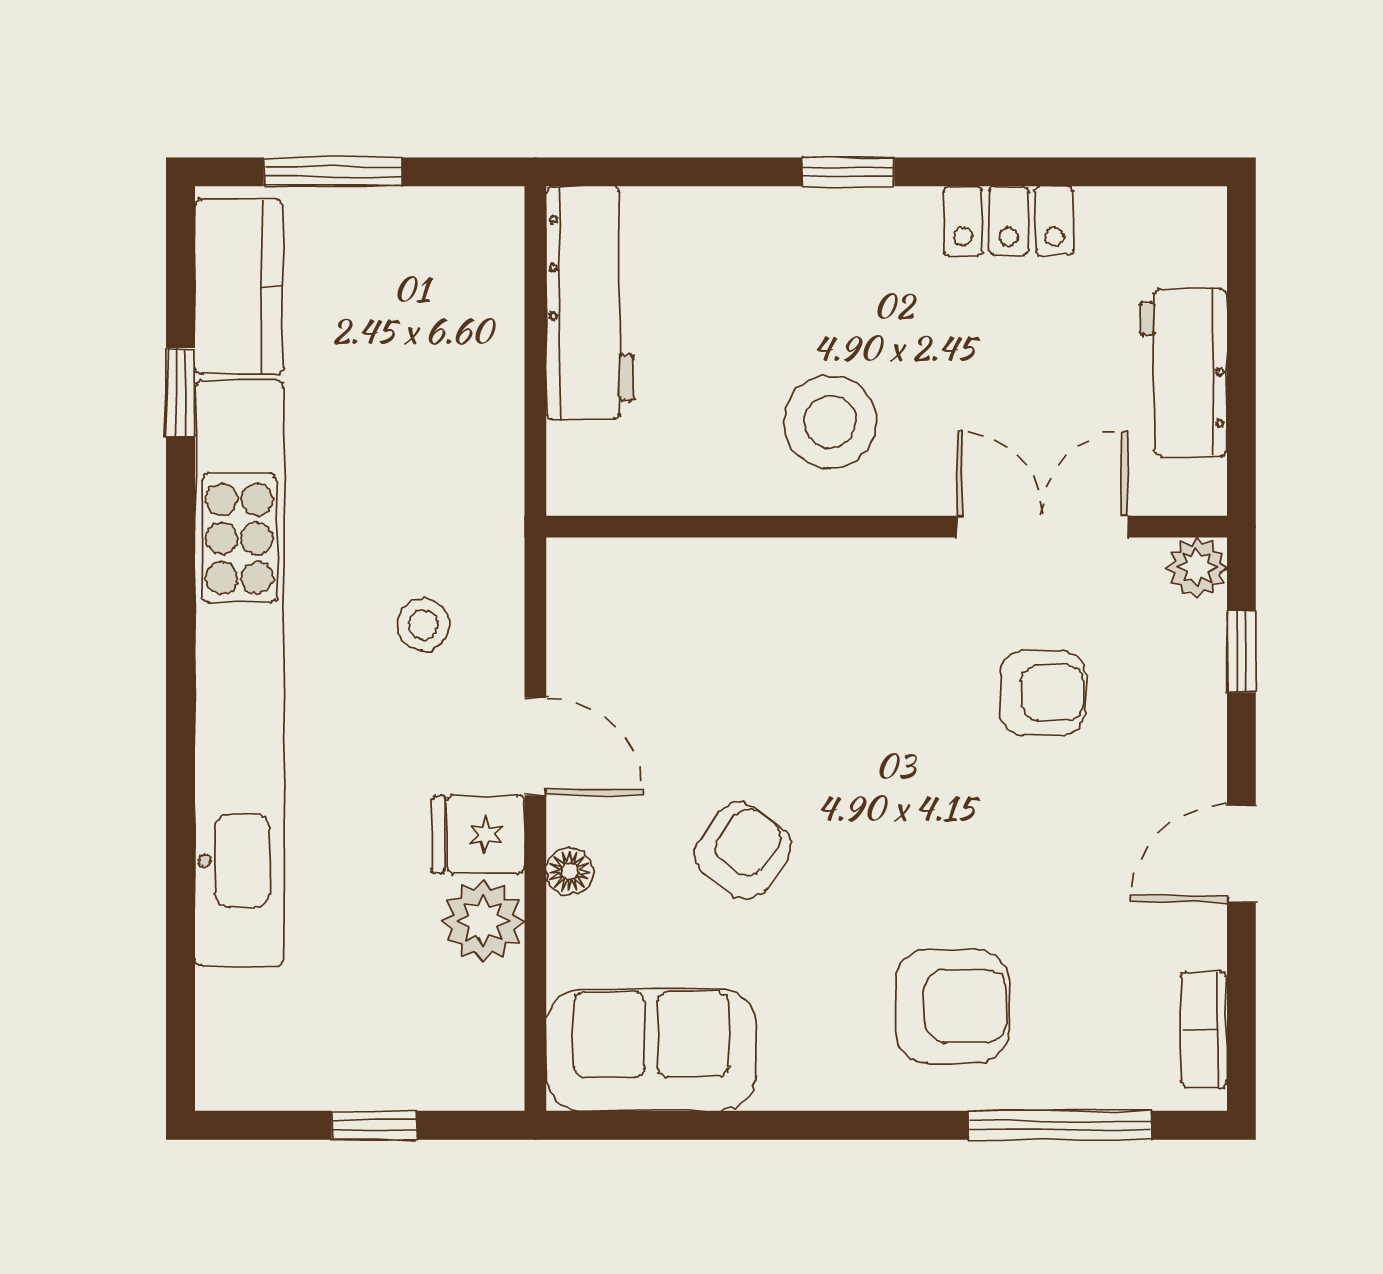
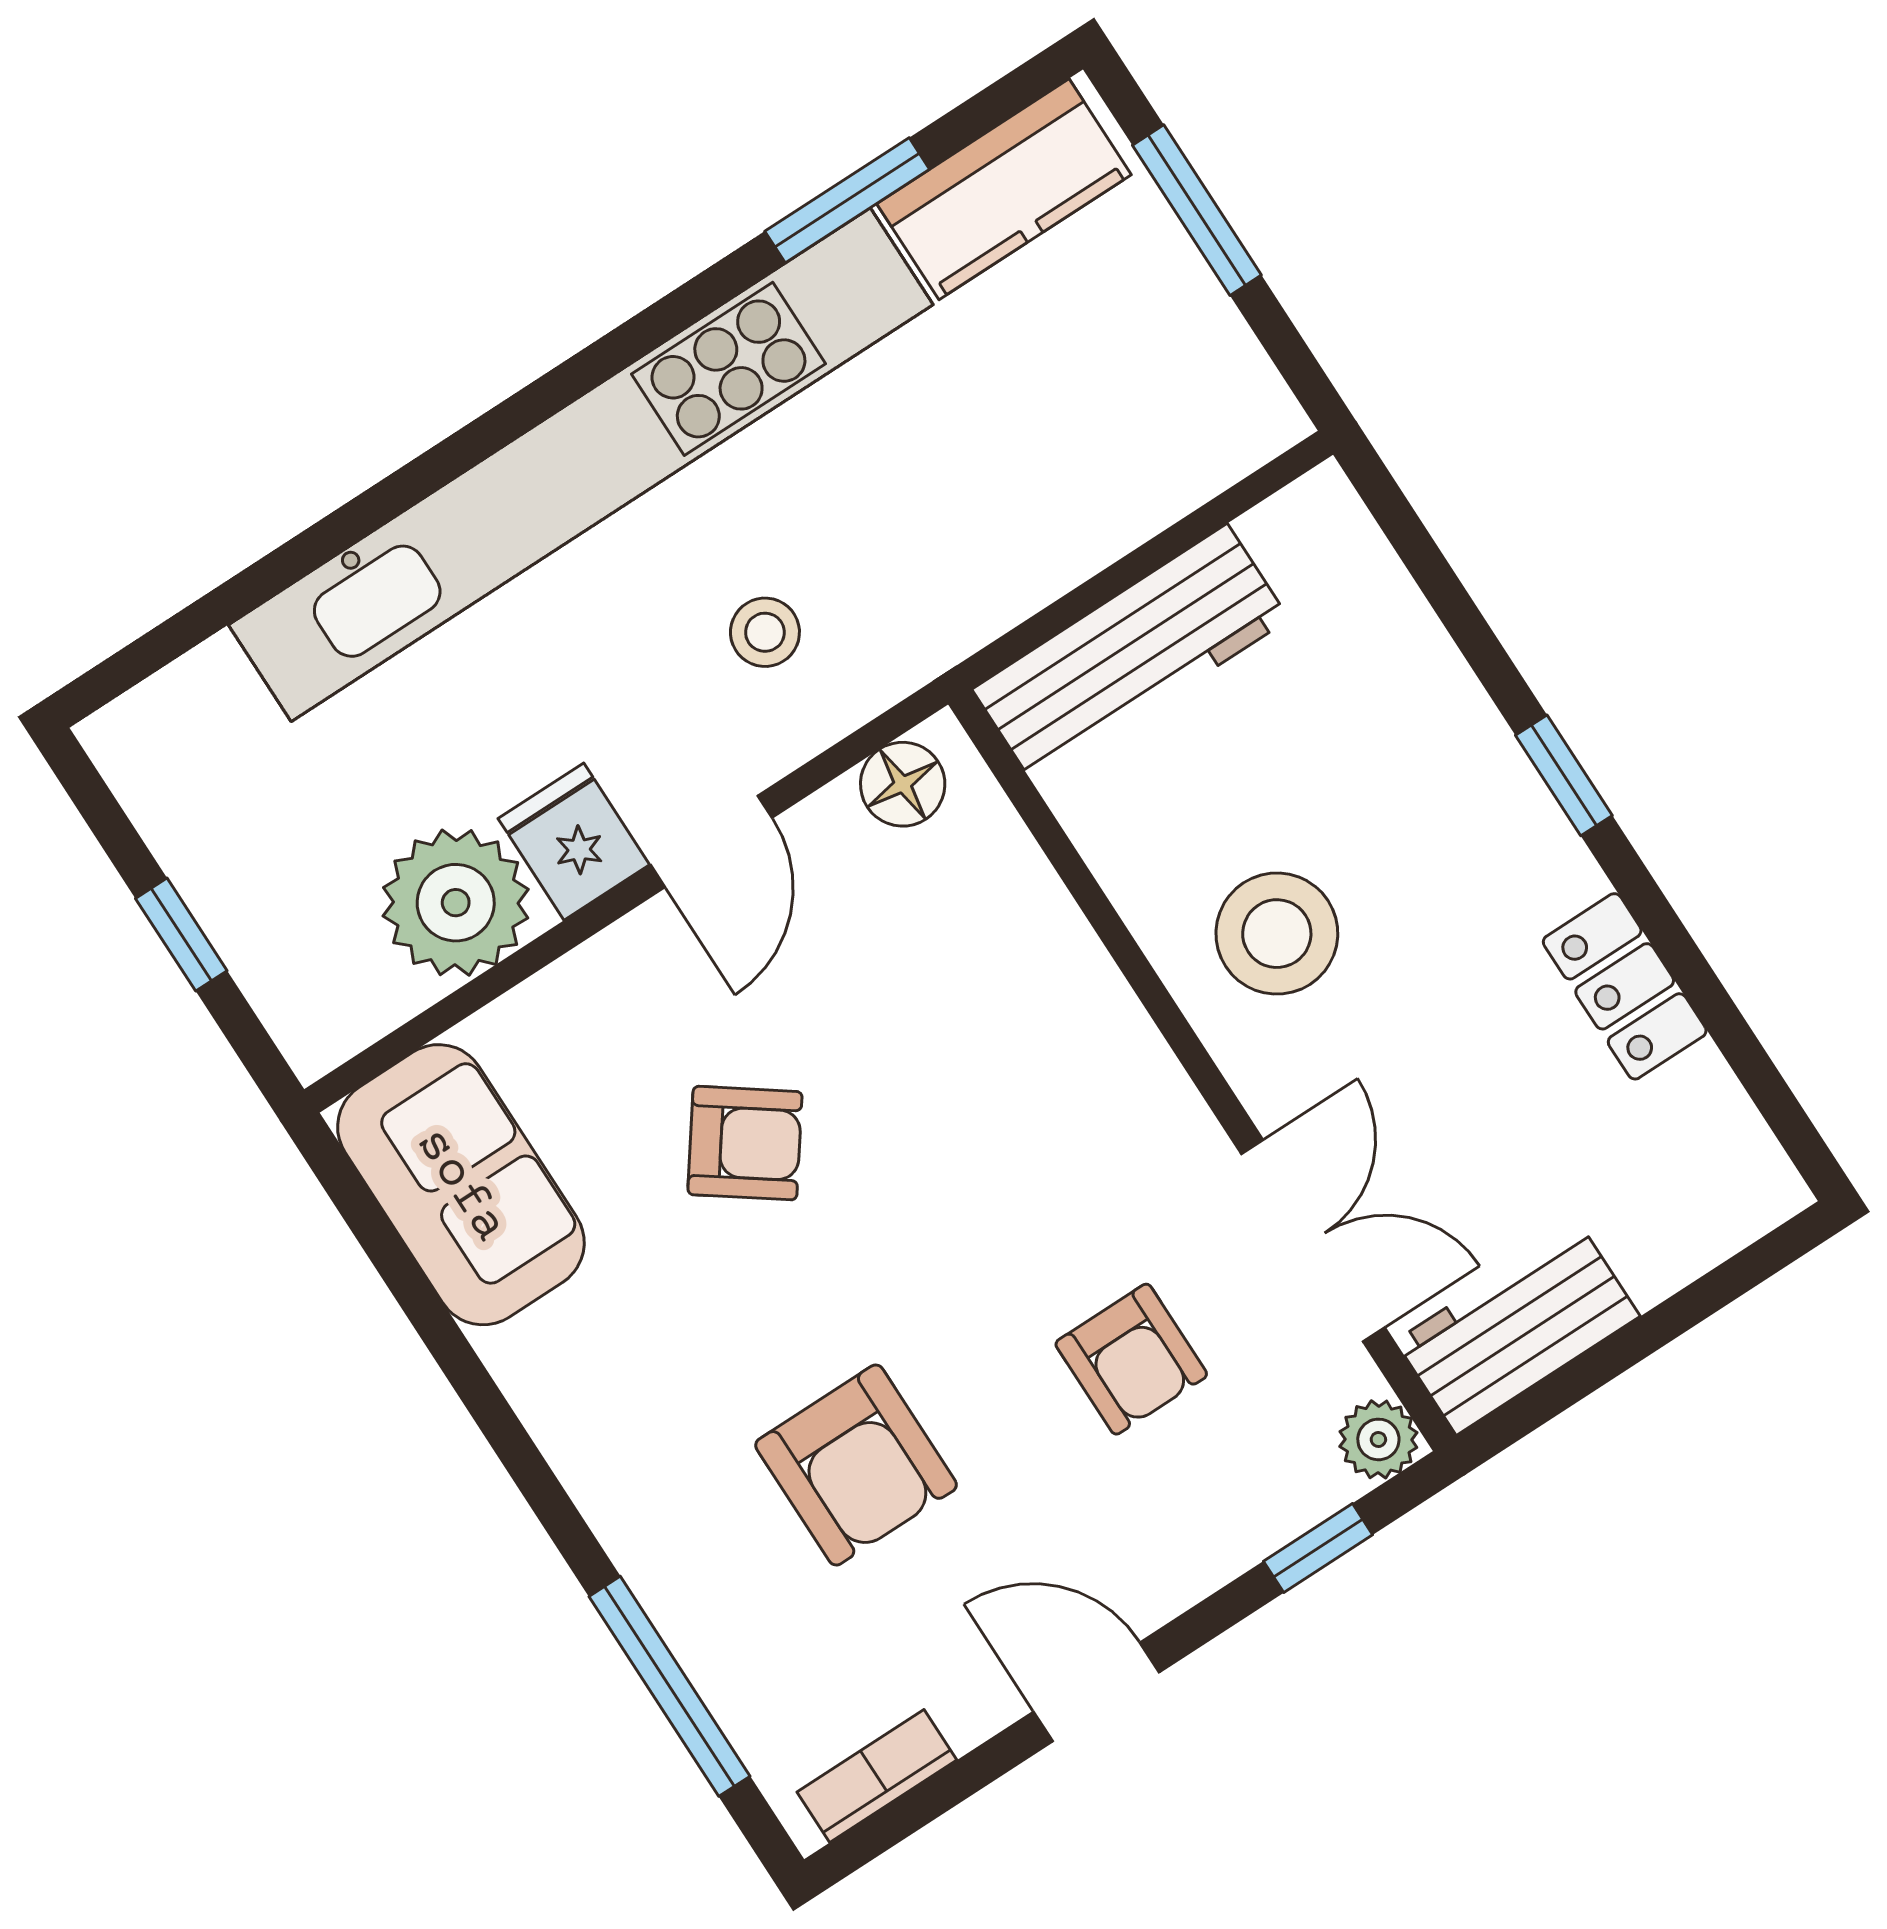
workbench: (590, 303) -> (1131, 654), moved
workbench: (1184, 372) -> (1518, 1329), moved
window: (181, 392) -> (847, 200), width x1.50
floor lamp: (570, 871) -> (903, 784), moved, width x1.37, depth x1.37
plant: (483, 921) -> (456, 903), width x1.36, depth x1.36
armchair: (952, 1006) -> (856, 1465), moved

